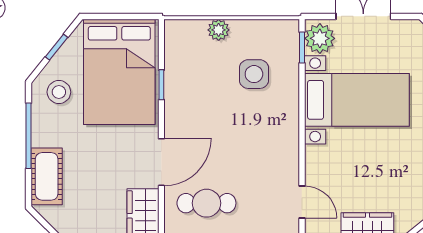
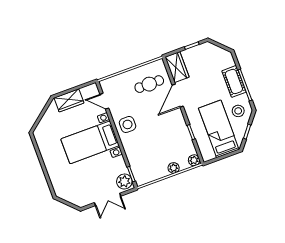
plant: (175, 30) -> (194, 160), added
bed: (119, 72) -> (219, 129), width x0.67
side table: (254, 74) -> (128, 124), moved
bed with nightstands: (357, 100) -> (90, 142), moved
cot: (47, 176) -> (234, 81), moved

